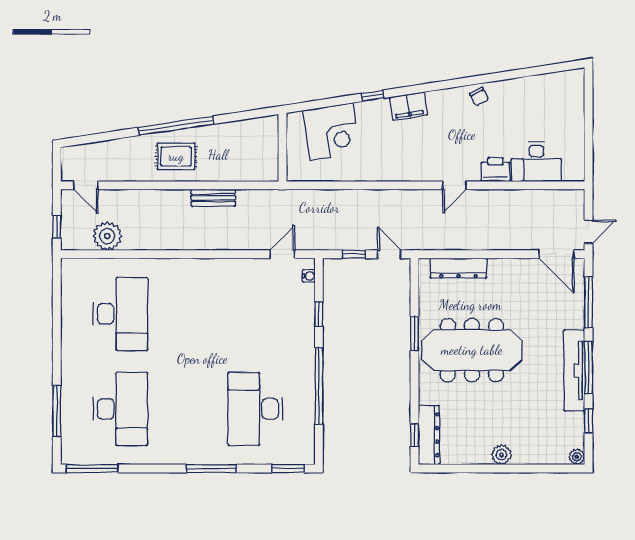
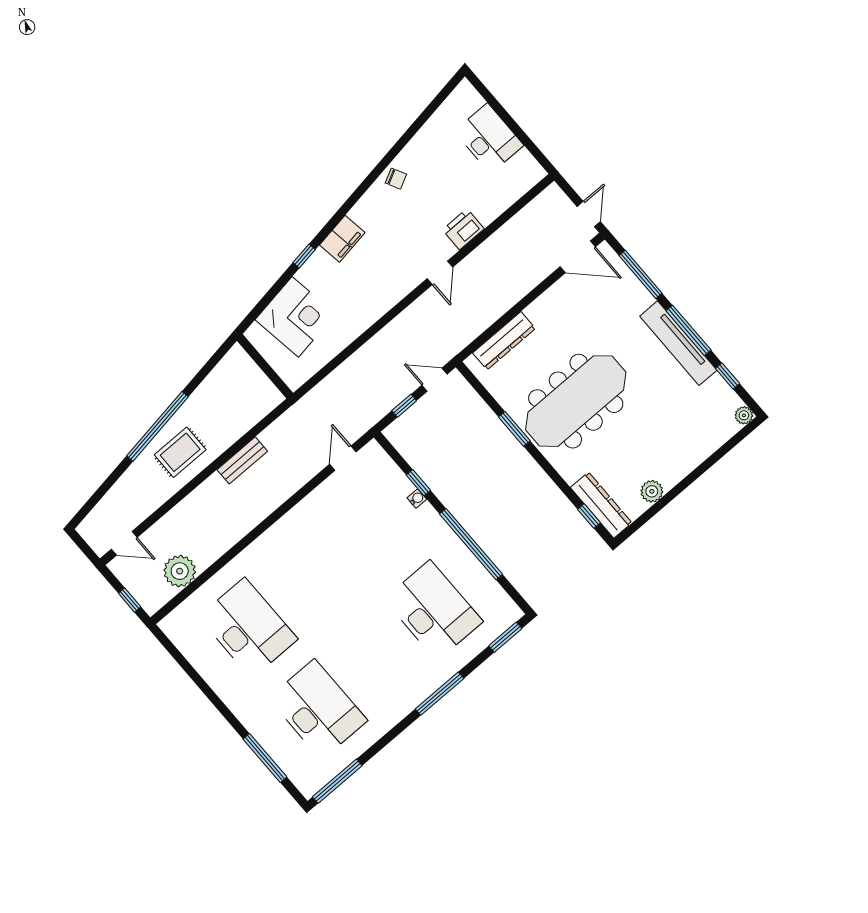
desk: (536, 162) -> (489, 138), moved, turned -90
water cooler: (309, 276) -> (417, 498), moved
desk: (255, 409) -> (433, 610), turned 180
plant: (501, 455) -> (652, 491), moved

